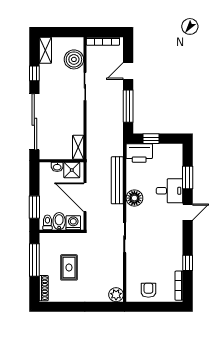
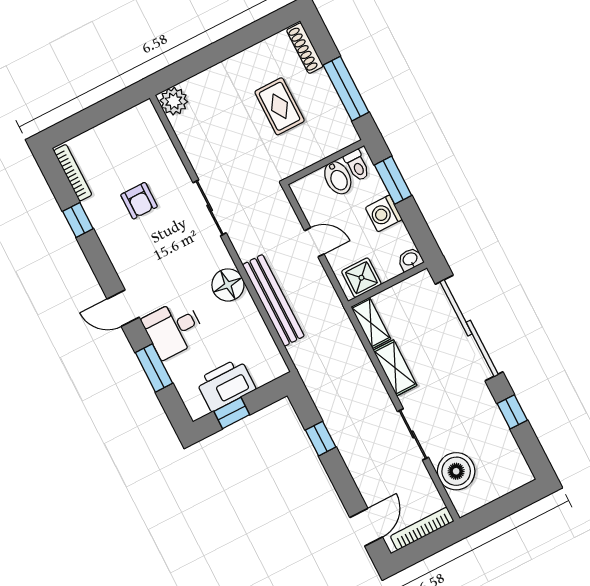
shelving: (45, 50) -> (395, 368), moved
door: (128, 71) -> (366, 527), moved
window: (128, 106) -> (321, 439), width x0.46
window: (151, 139) -> (232, 413), moved
printer: (139, 153) -> (226, 385), moved
washbasin: (57, 167) -> (410, 259), moved
door: (85, 197) -> (314, 242), width x0.53
door: (188, 212) -> (123, 308), hinge flipped
washing machine: (73, 223) -> (384, 214), moved, turned 90
armchair: (148, 290) -> (139, 201), moved

